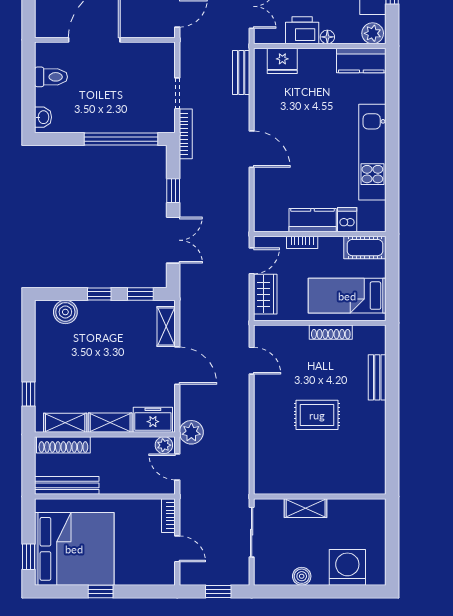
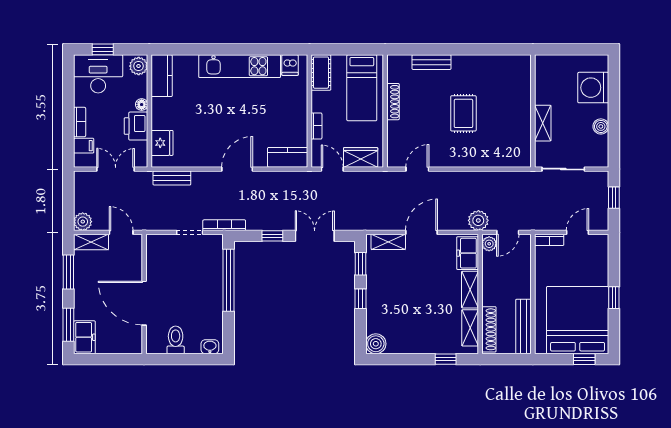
kitchen counter: (313, 220) -> (288, 157), moved, turned 90
dishwasher: (347, 220) -> (290, 65), moved, turned -90
boiler: (65, 312) -> (376, 344), moved

